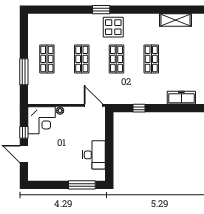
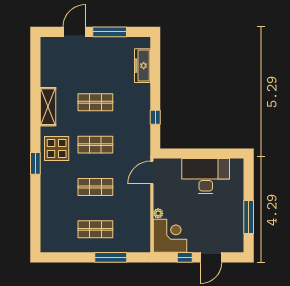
shelving: (176, 20) -> (48, 107), moved
desk: (94, 155) -> (206, 176), width x1.36, depth x1.30
window: (82, 185) -> (249, 217), moved

